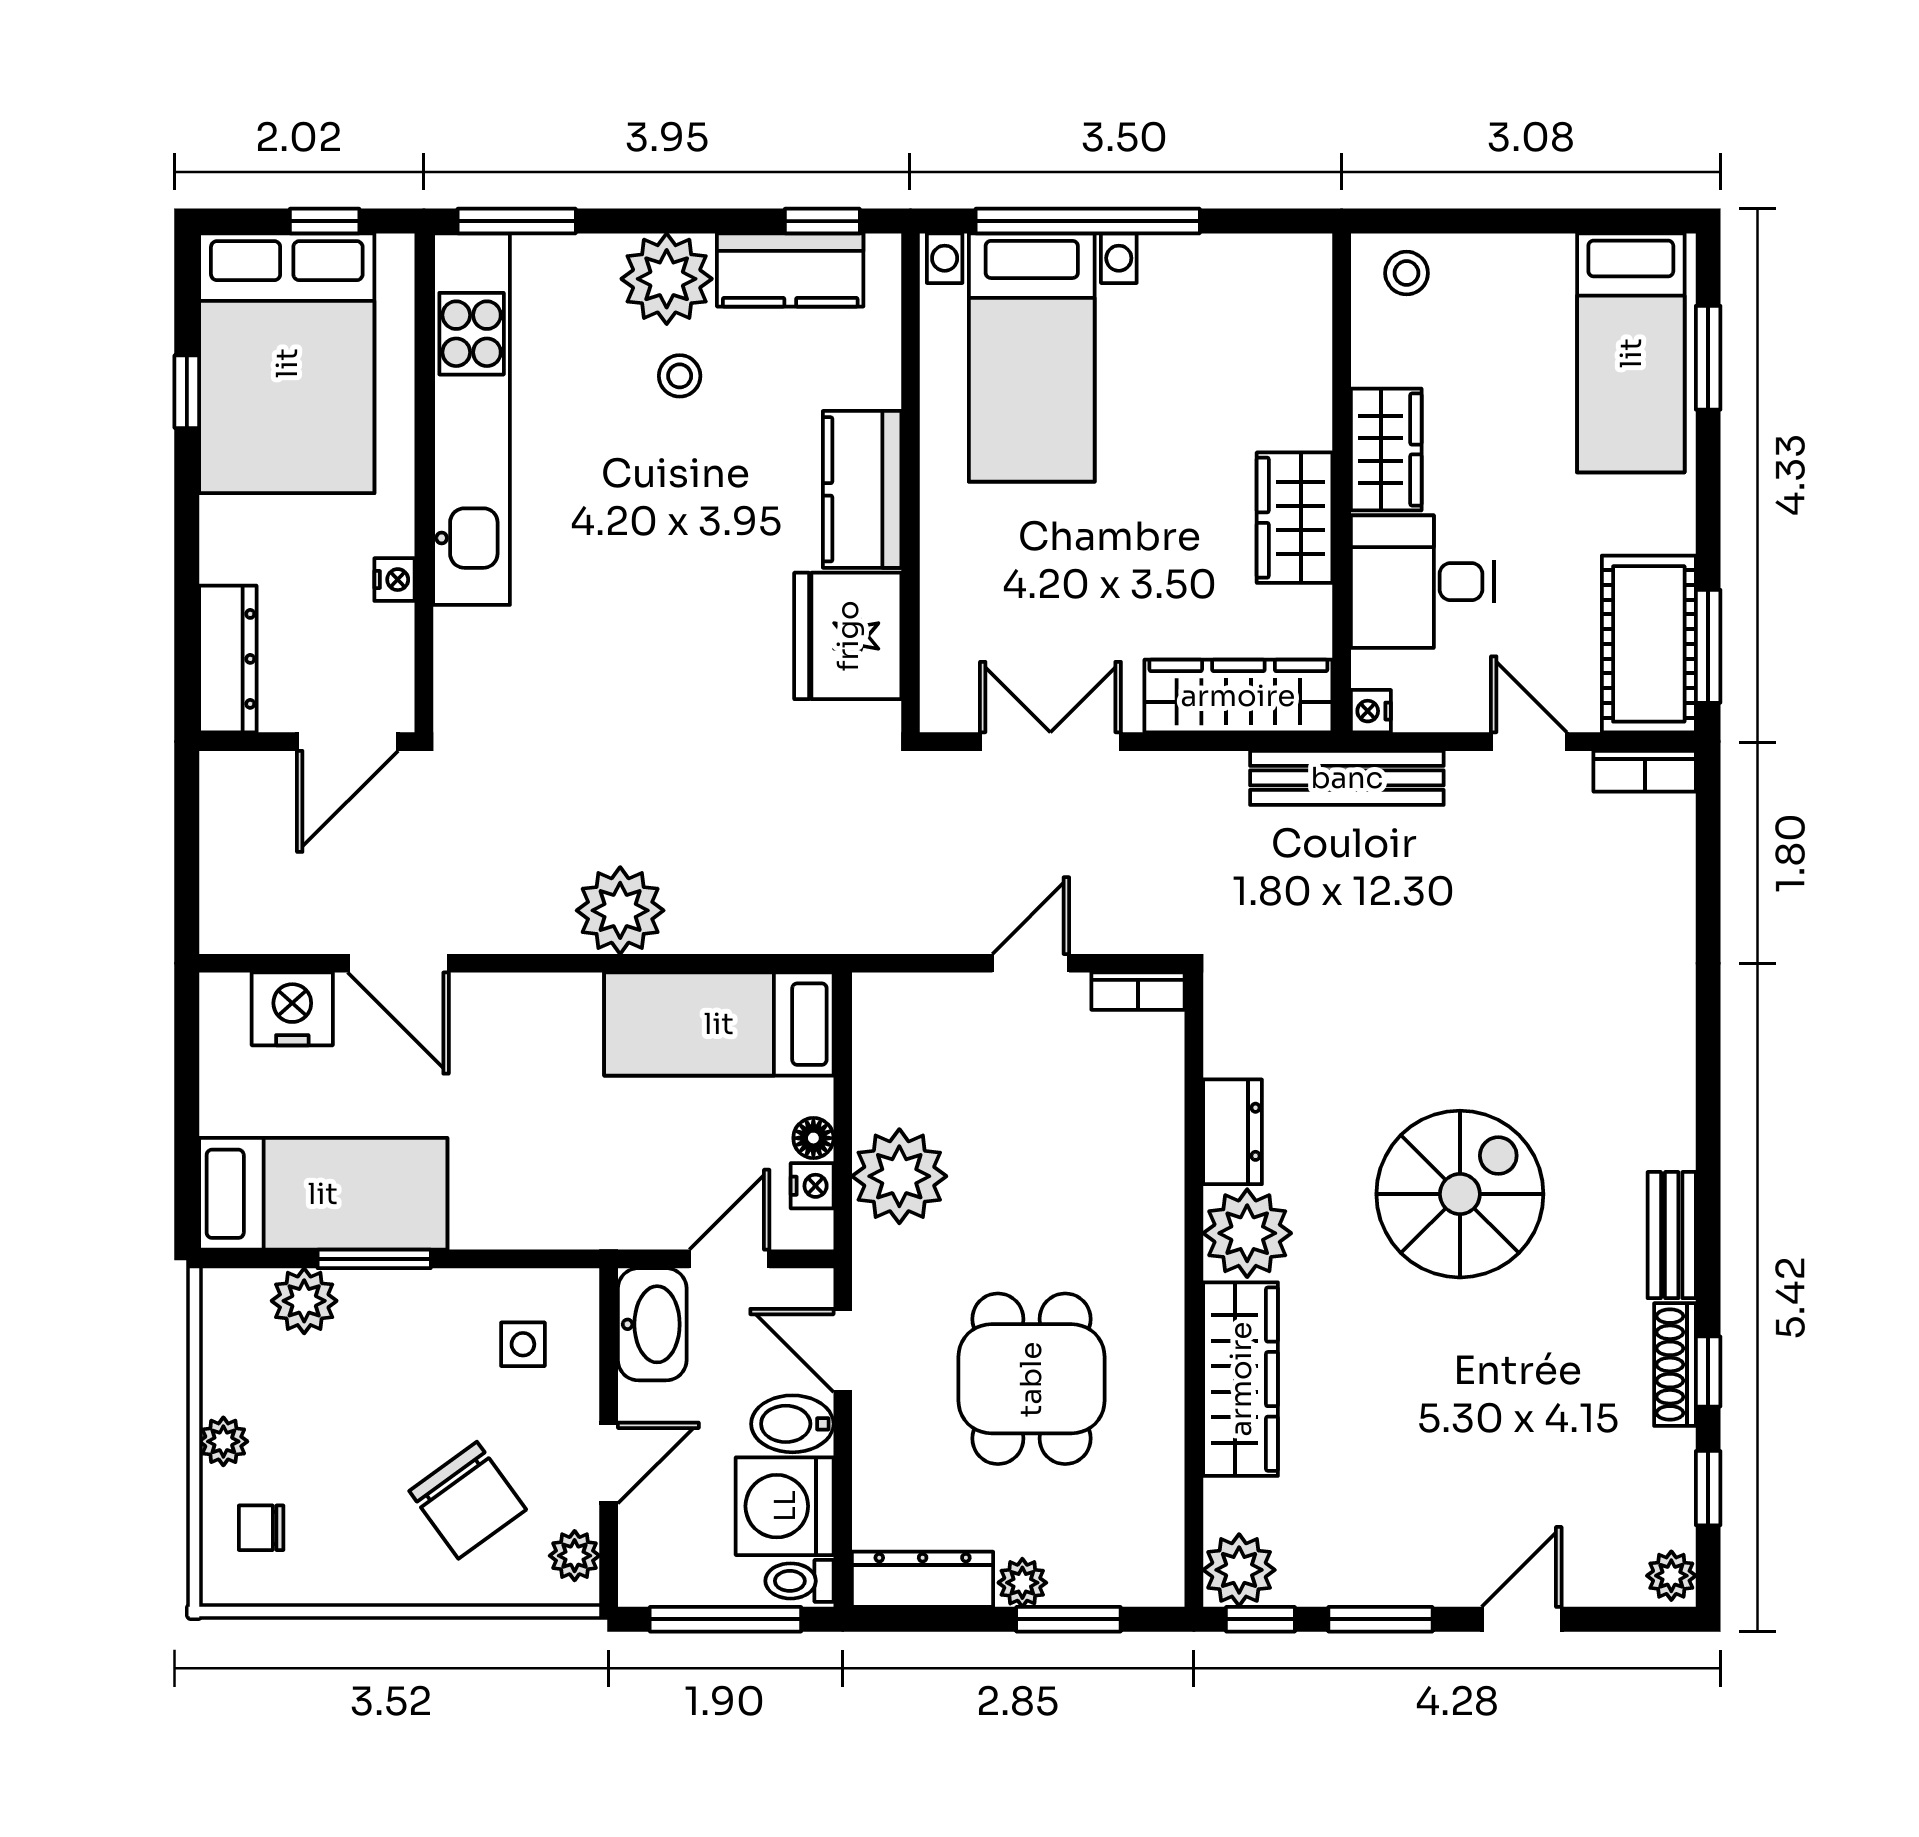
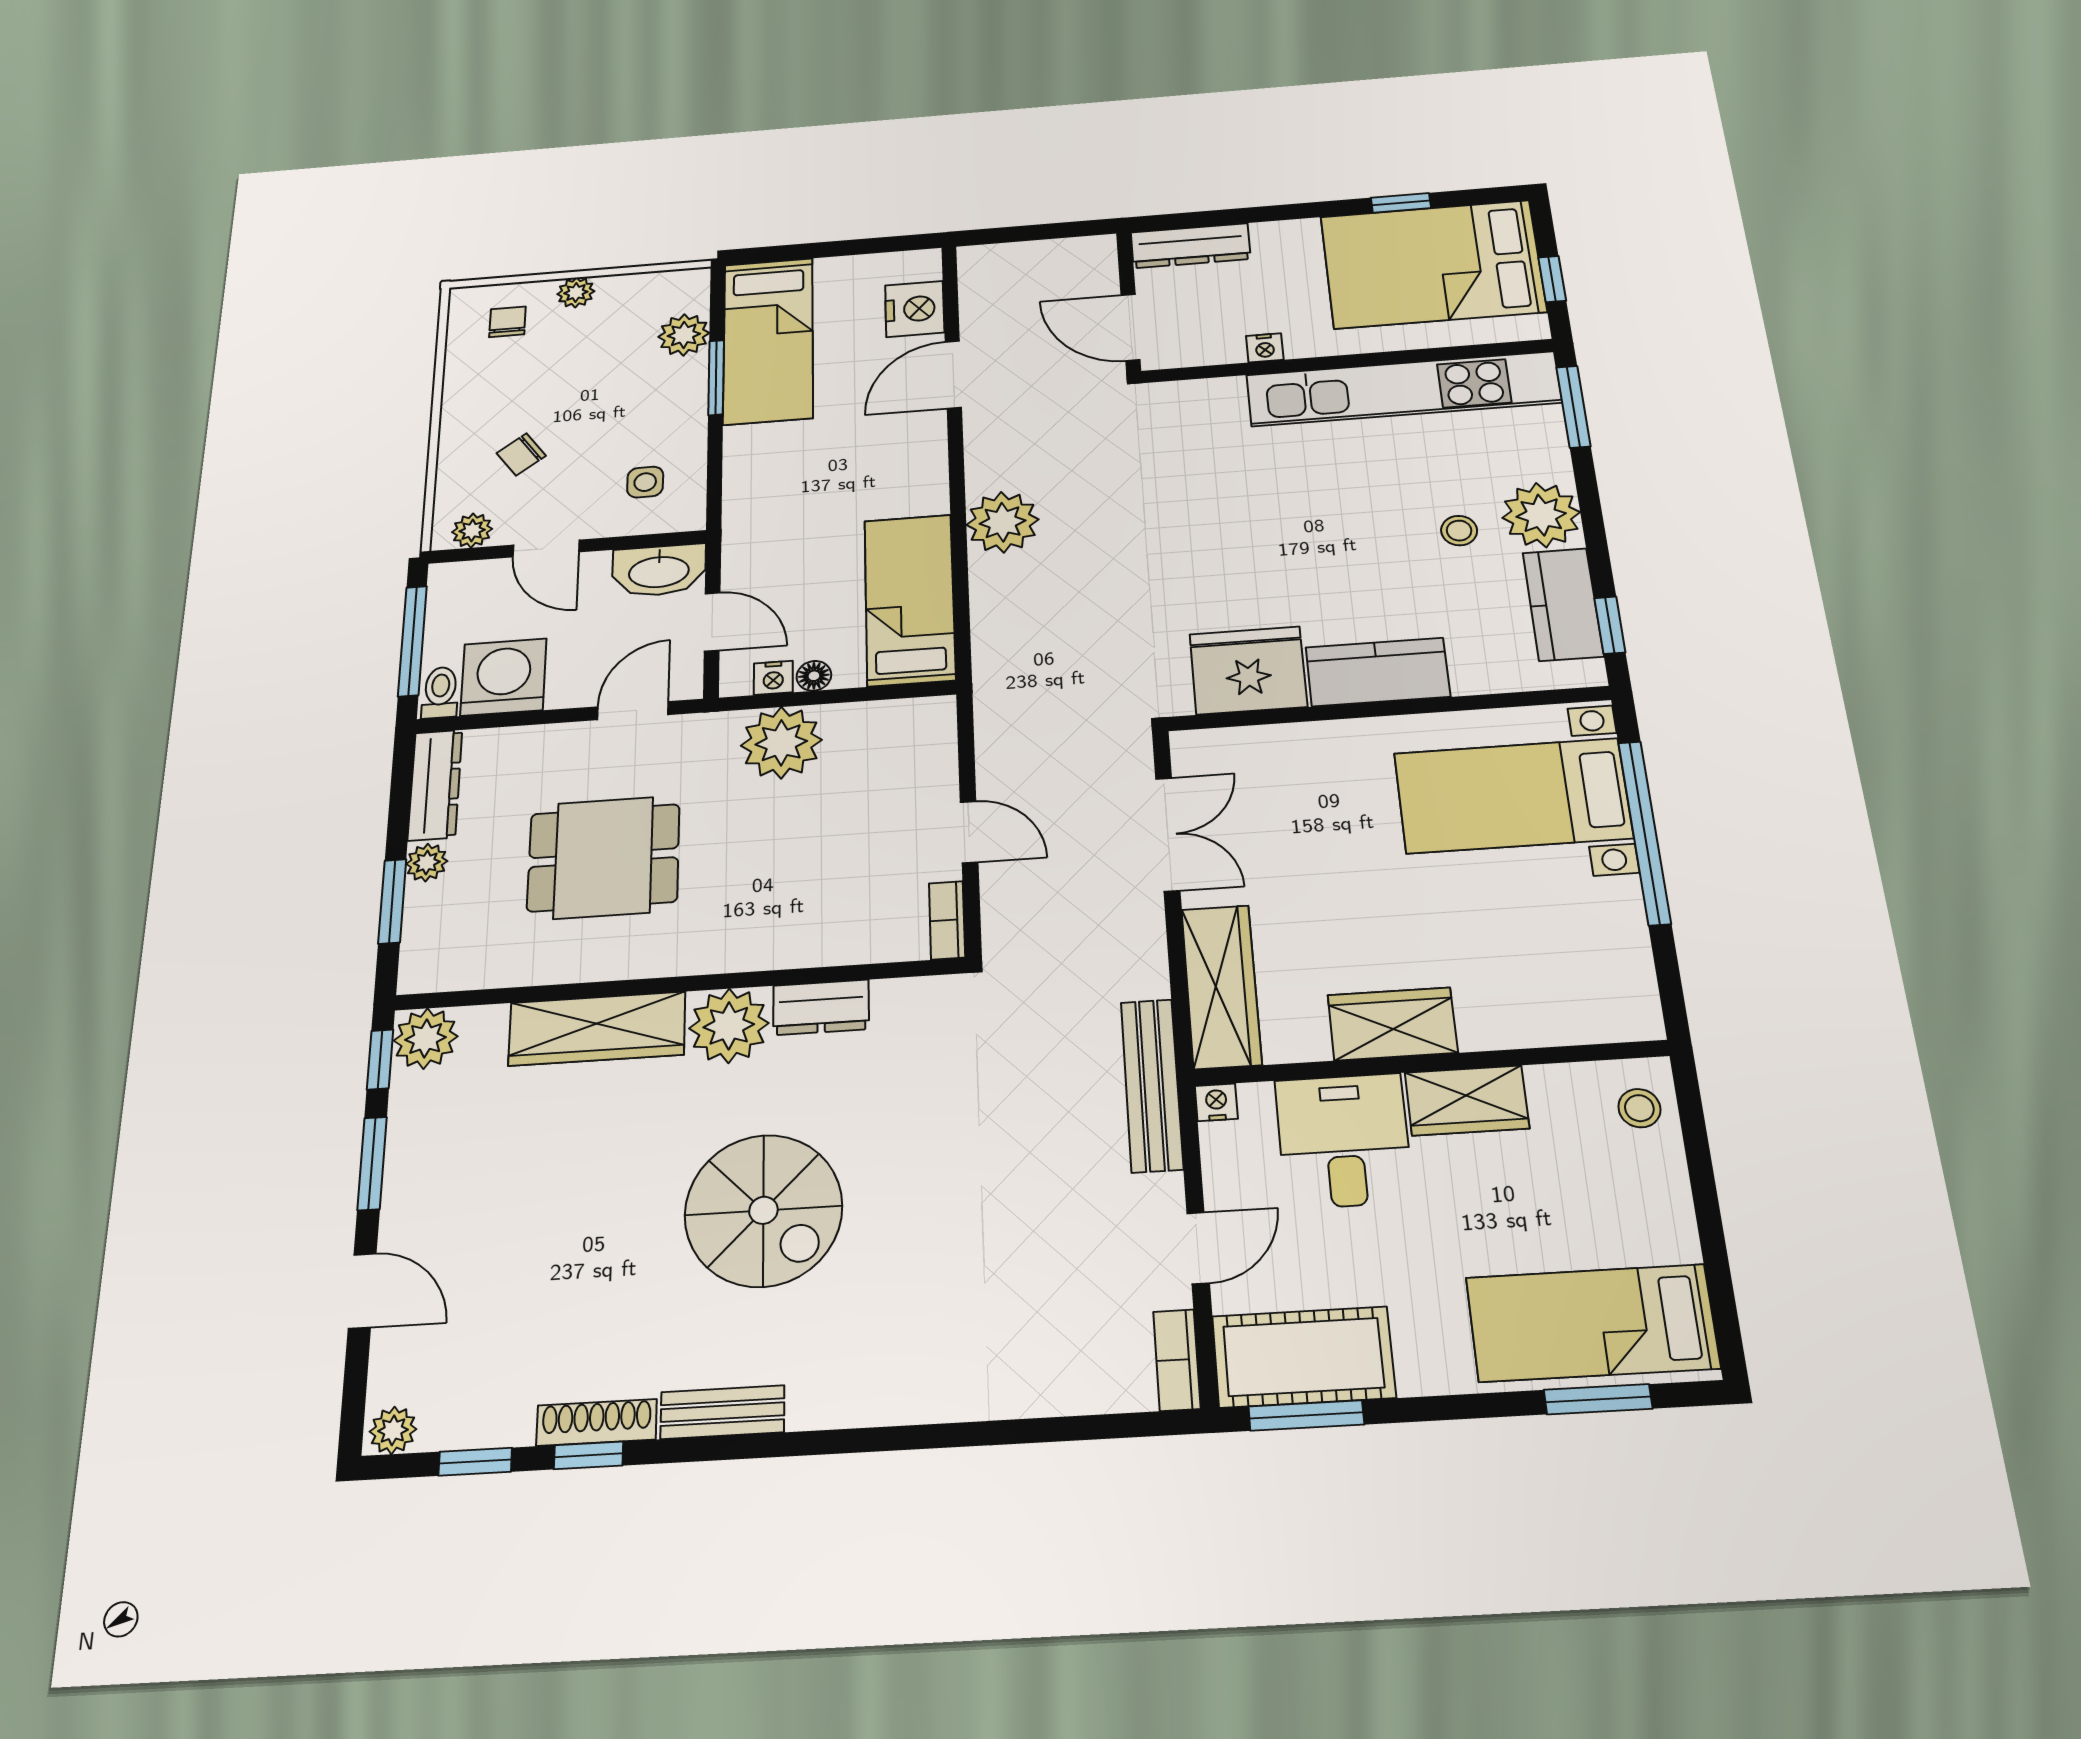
bidet: (792, 1424) -> (572, 678), removed
chair: (468, 1500) -> (521, 454), width x0.54, depth x0.54

